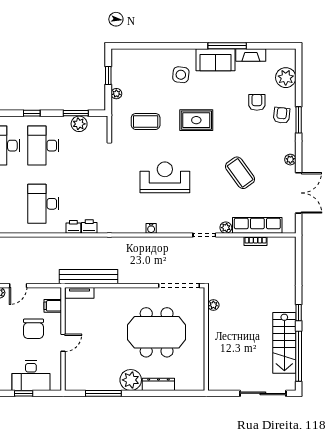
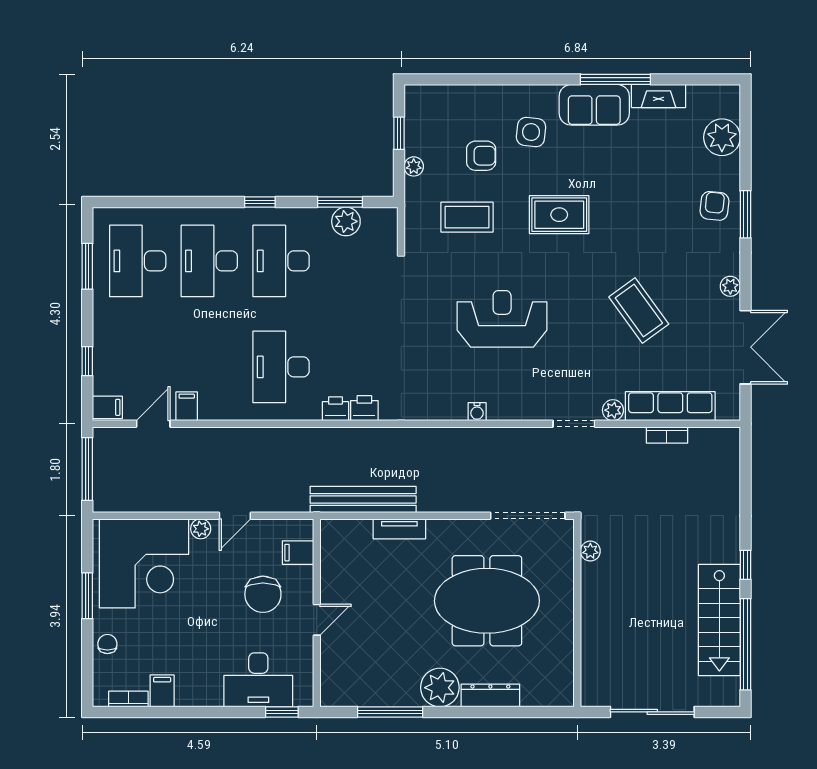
armchair: (257, 102) -> (481, 156), moved, turned 90
tv unit: (80, 293) -> (399, 529), moved
window: (24, 393) -> (282, 712), moved
sliding door: (263, 393) -> (652, 712), moved

